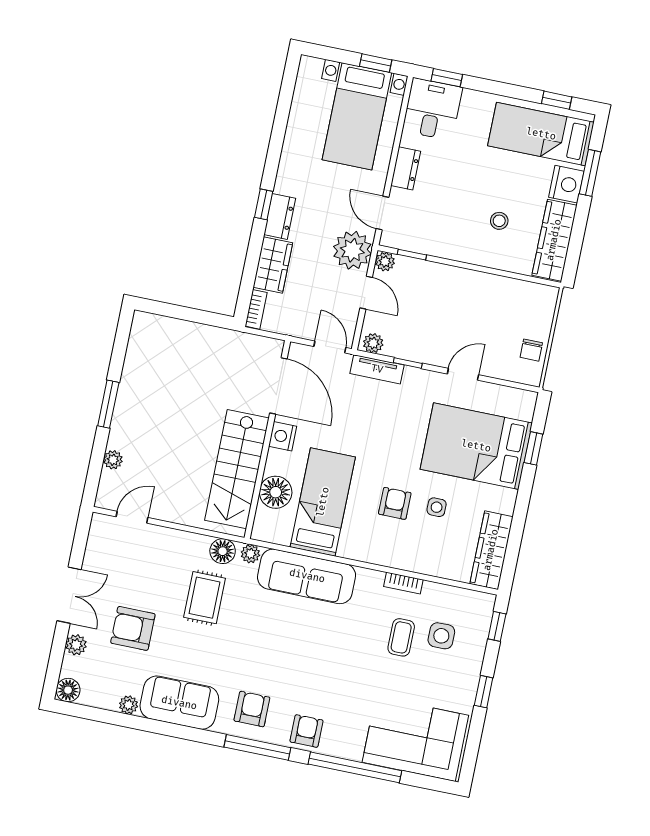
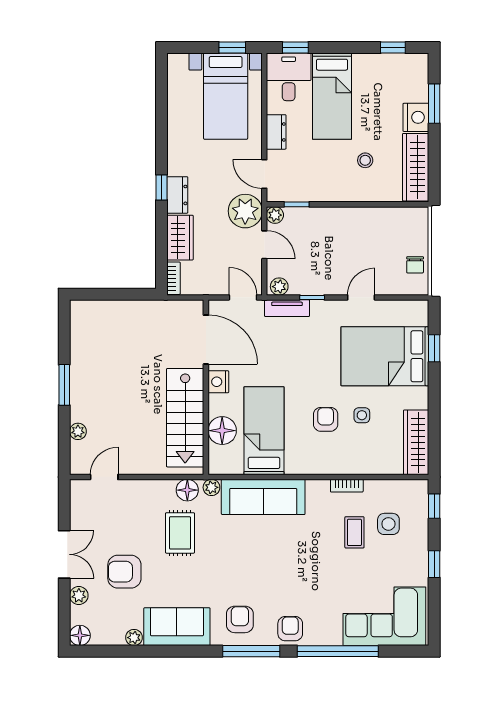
bed: (541, 134) -> (332, 96), moved, turned -90

